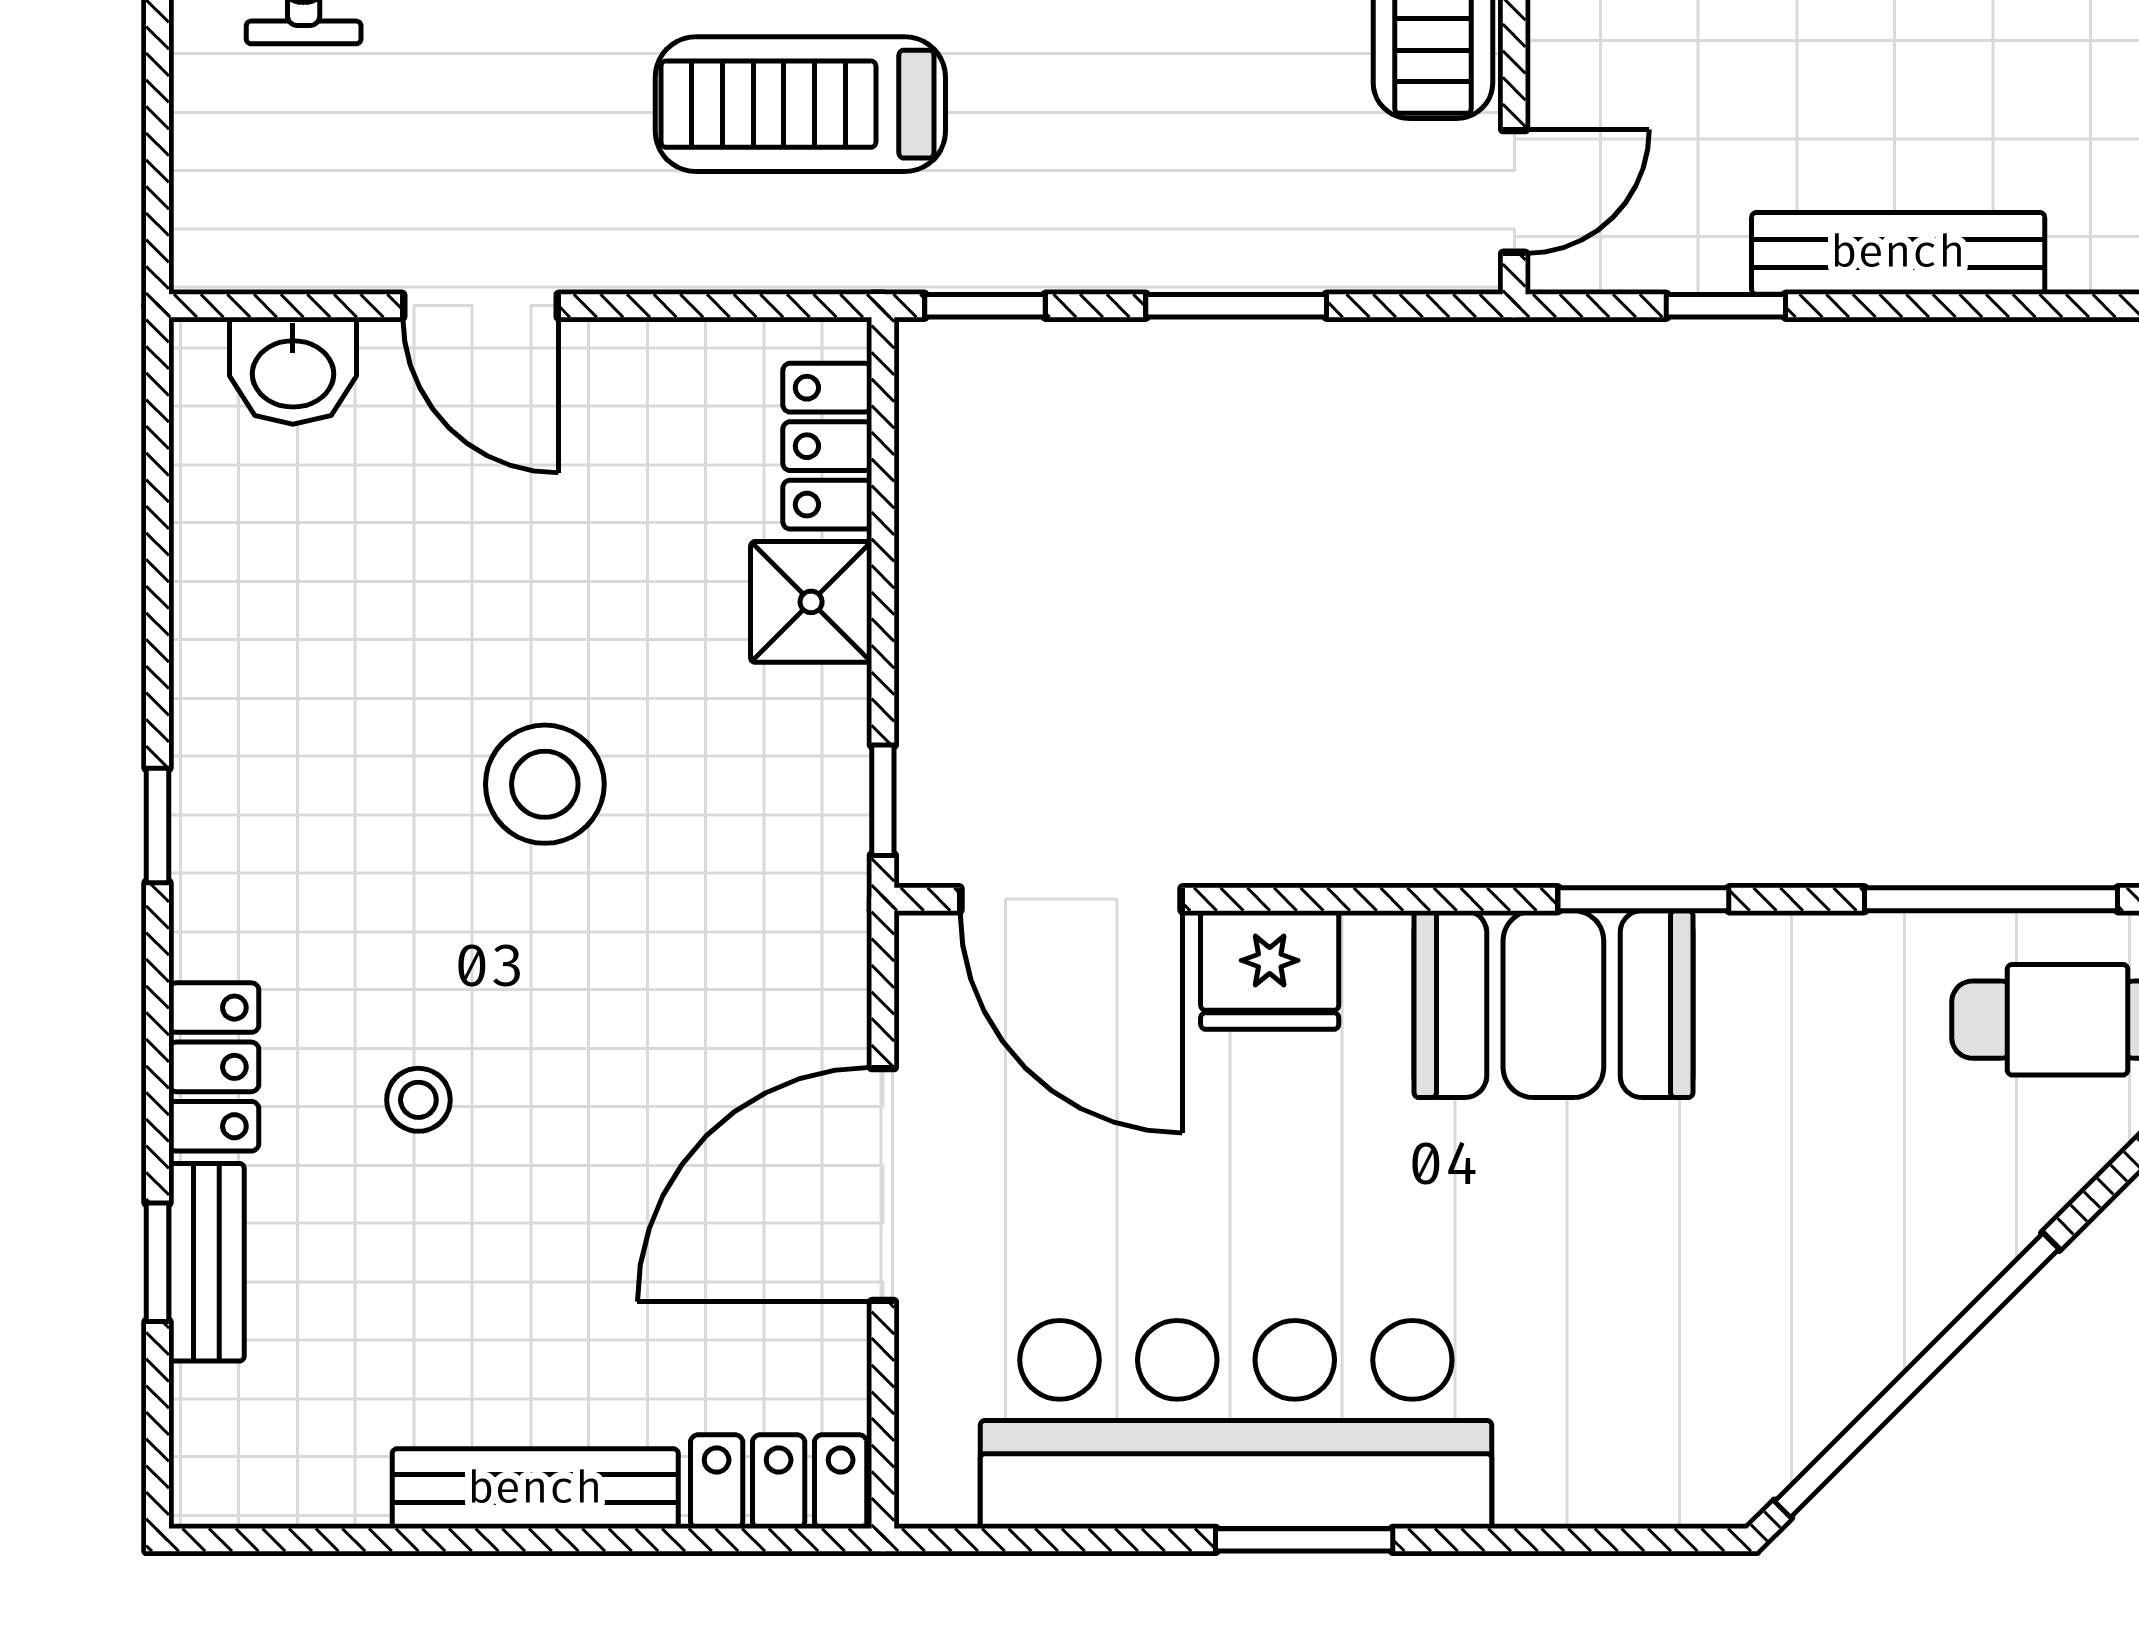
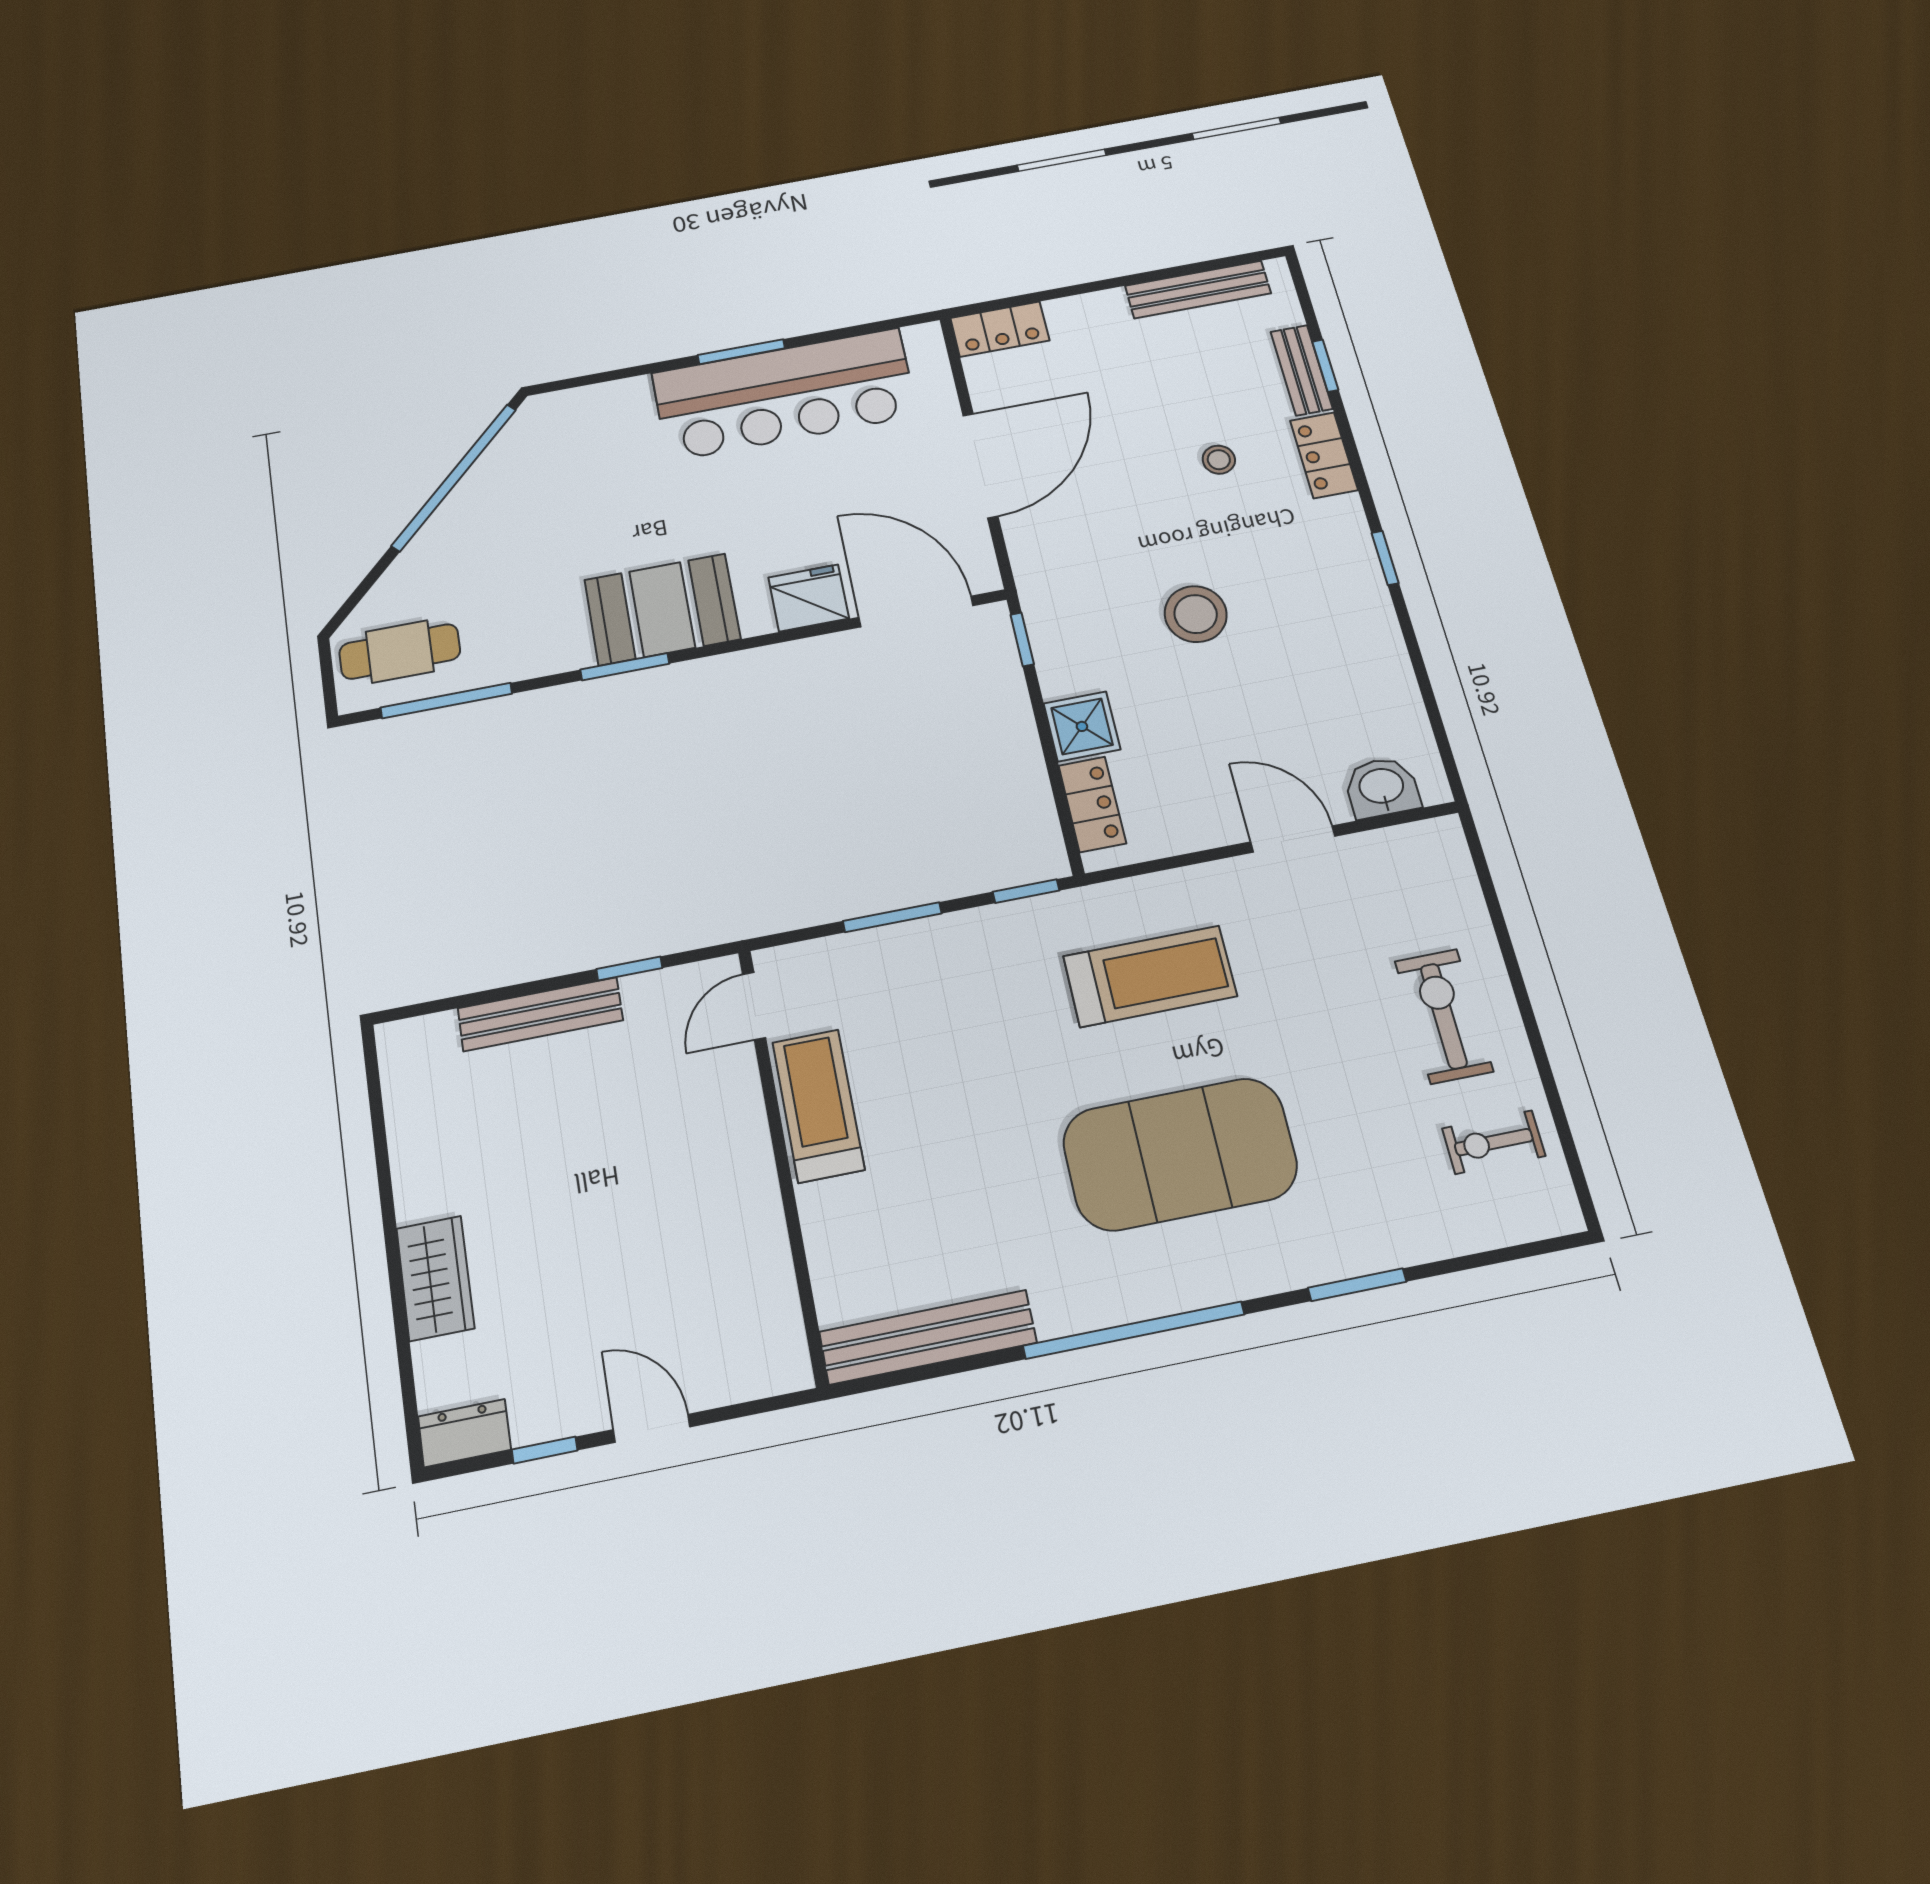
bench: (535, 1489) -> (1198, 290), moved

